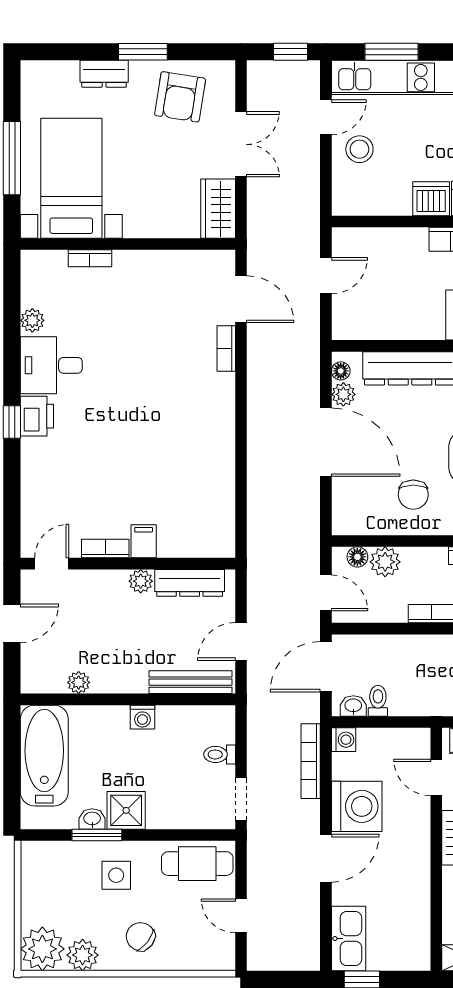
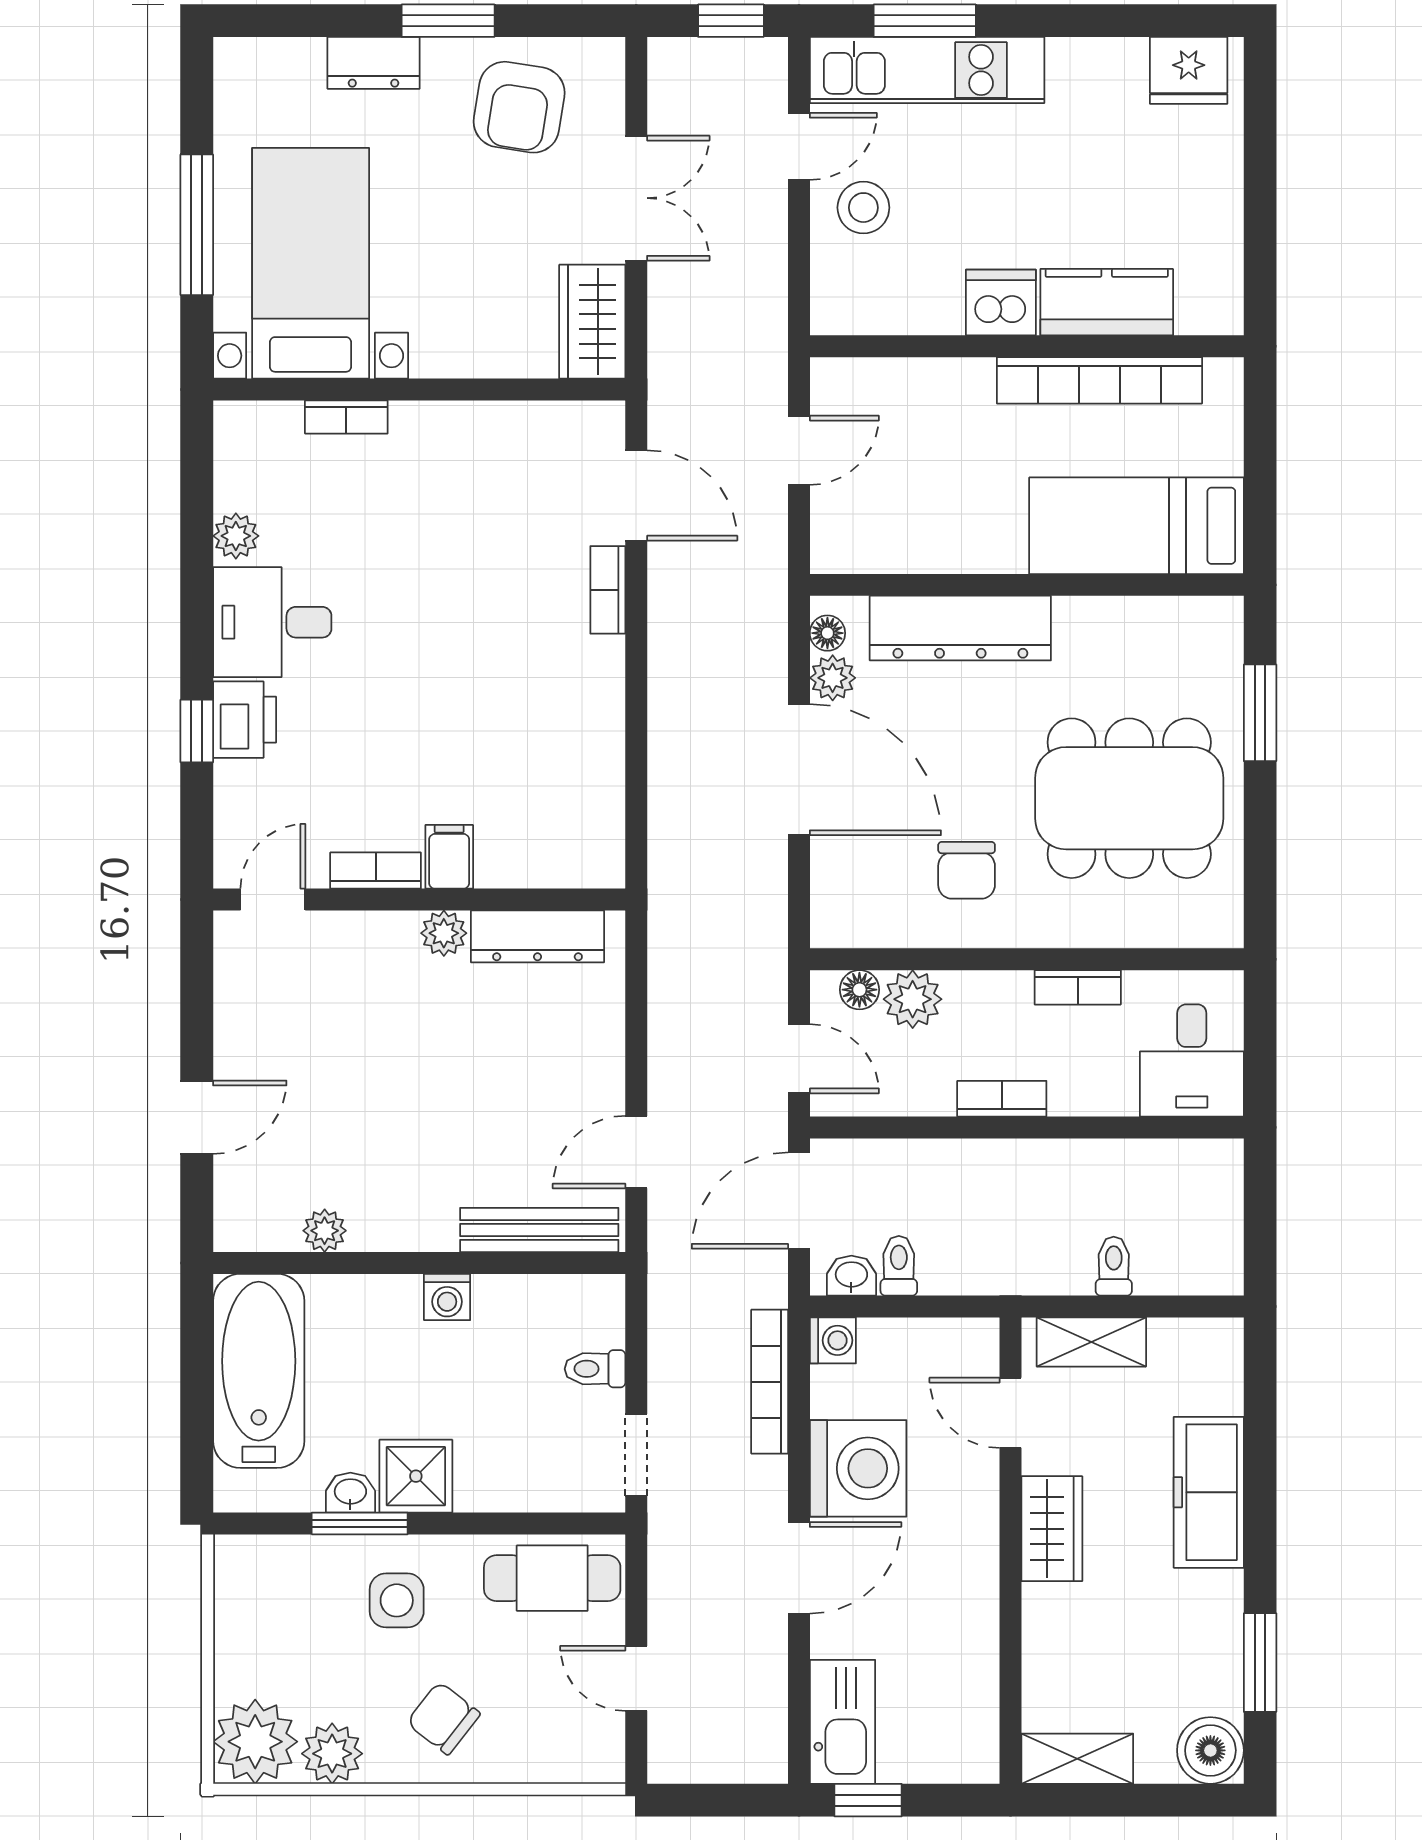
filing cabinet: (144, 541) -> (449, 857), moved
bookcase: (105, 548) -> (376, 871), moved
door: (52, 564) -> (273, 900), moved
wall: (128, 564) -> (419, 900), moved
plant: (141, 581) -> (444, 933), moved
dresser: (190, 583) -> (538, 936), moved

